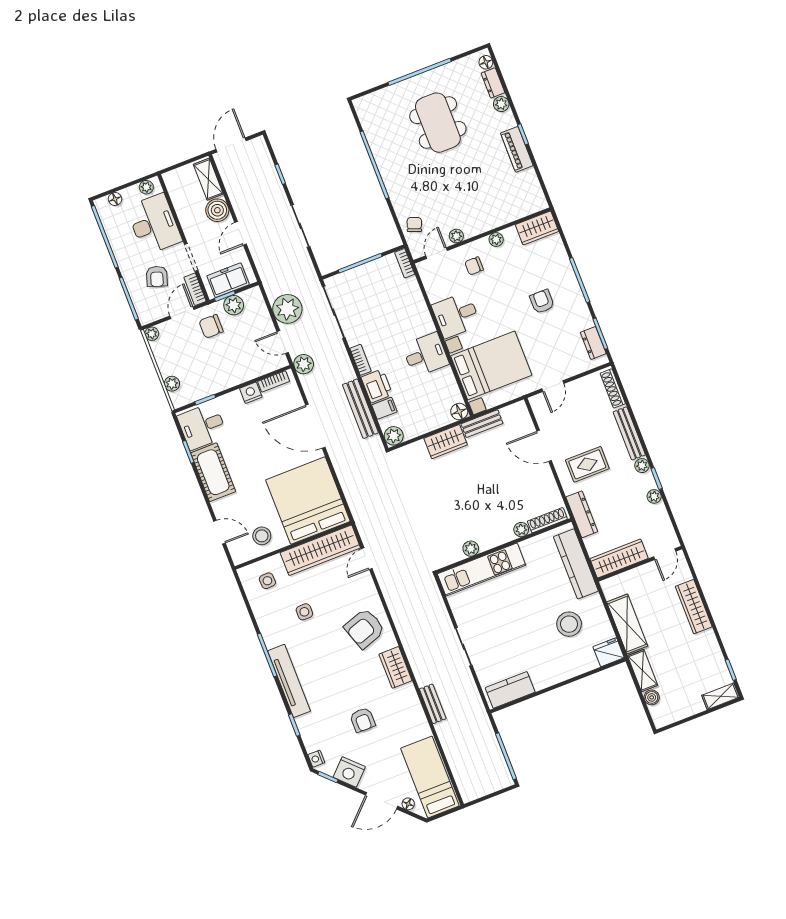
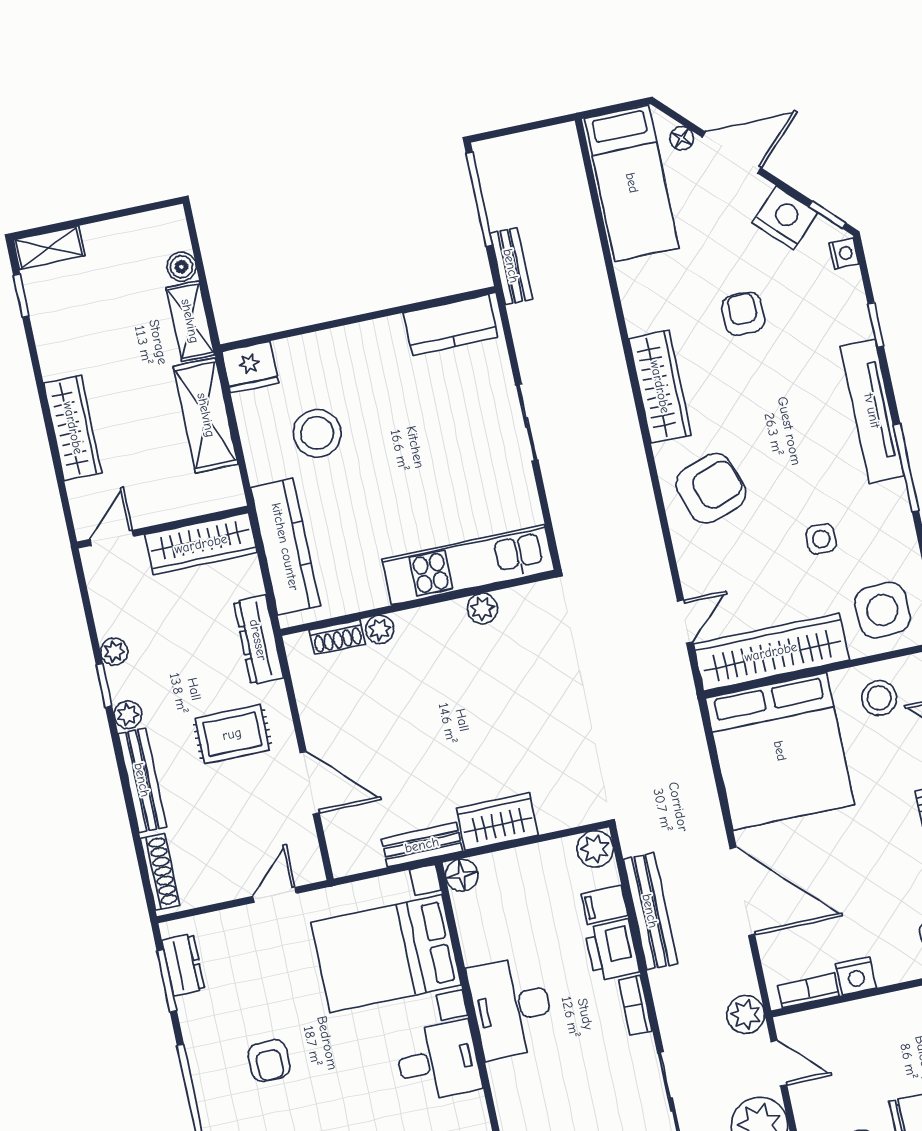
desk: (426, 355) -> (511, 1007), width x1.37
shoe rack: (547, 520) -> (337, 637), width x0.70
side table: (267, 581) -> (882, 610), width x1.87, depth x1.87
wardrobe: (395, 667) -> (660, 387), width x1.50
bench: (433, 704) -> (511, 266), moved

